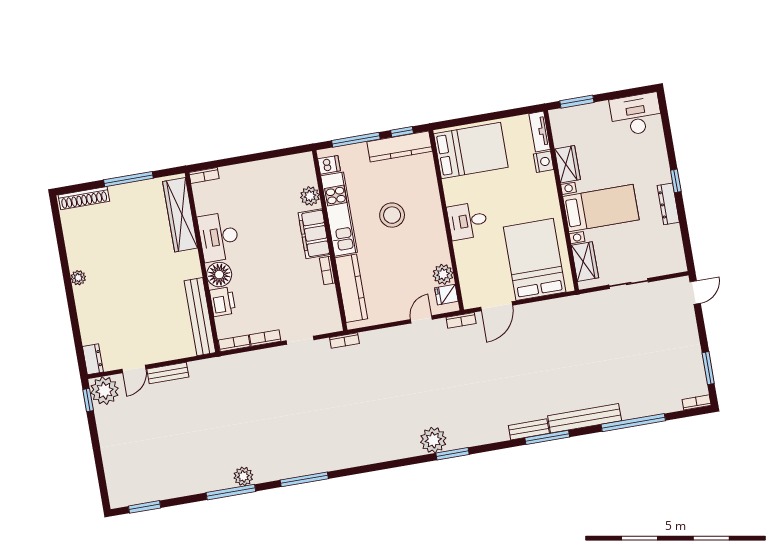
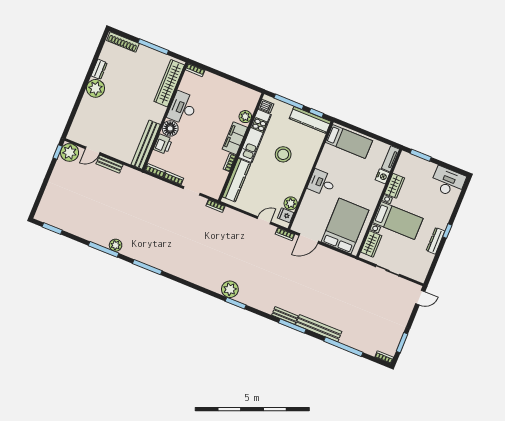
bed: (471, 151) -> (349, 142), width x0.67
plant: (78, 278) -> (96, 88), width x1.88, depth x1.88
dresser: (93, 359) -> (99, 69), moved

